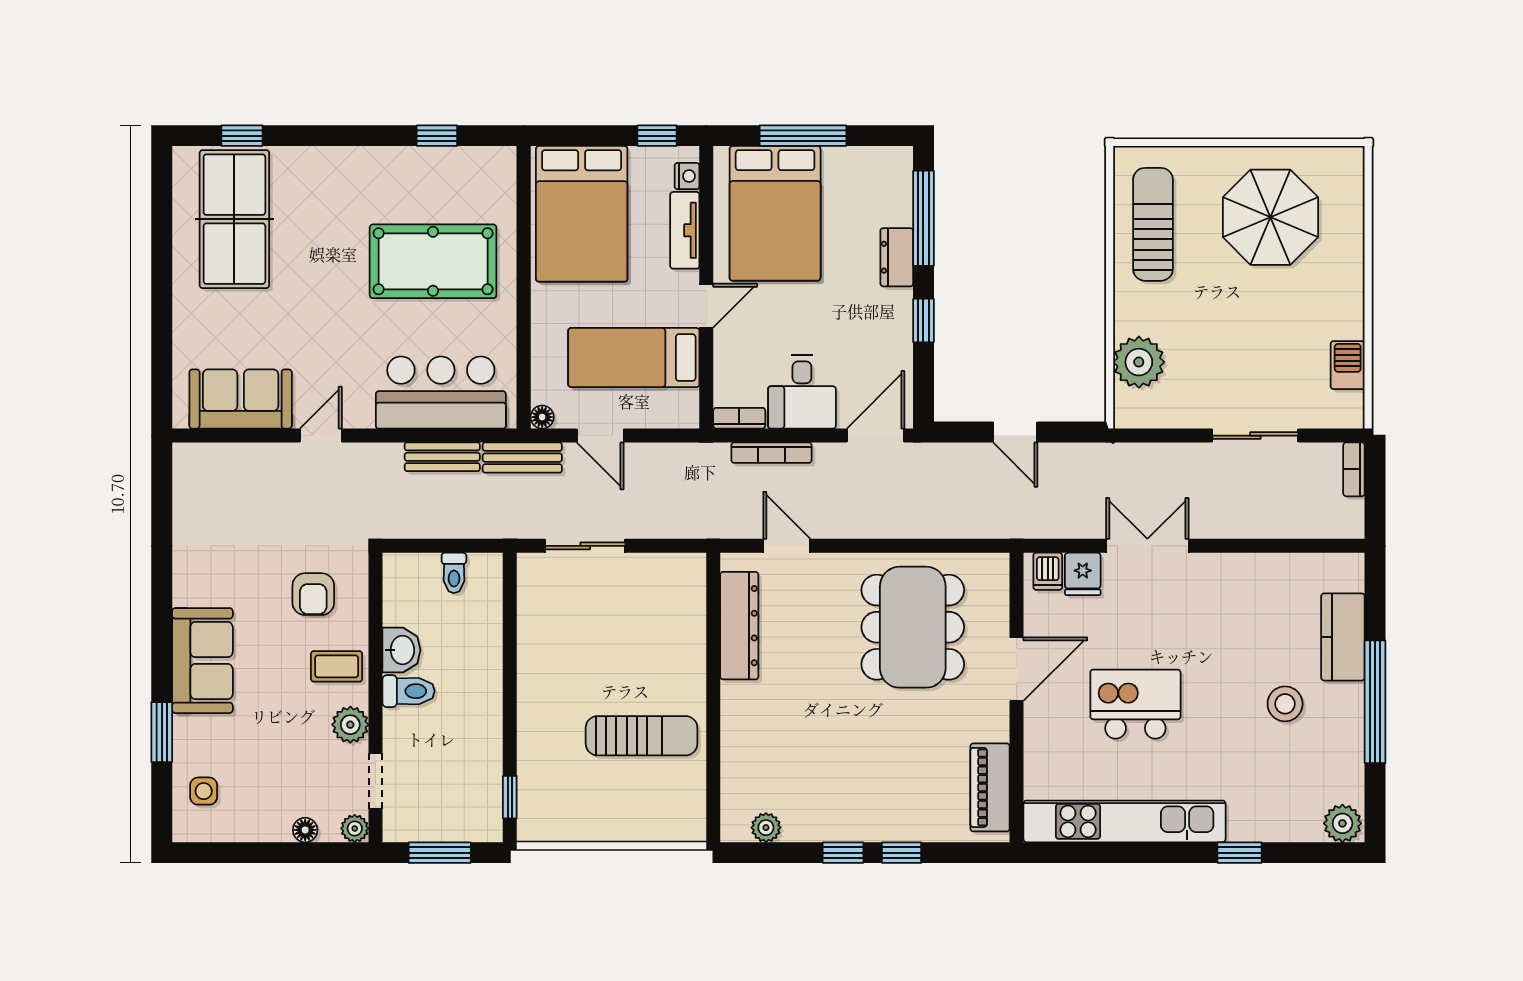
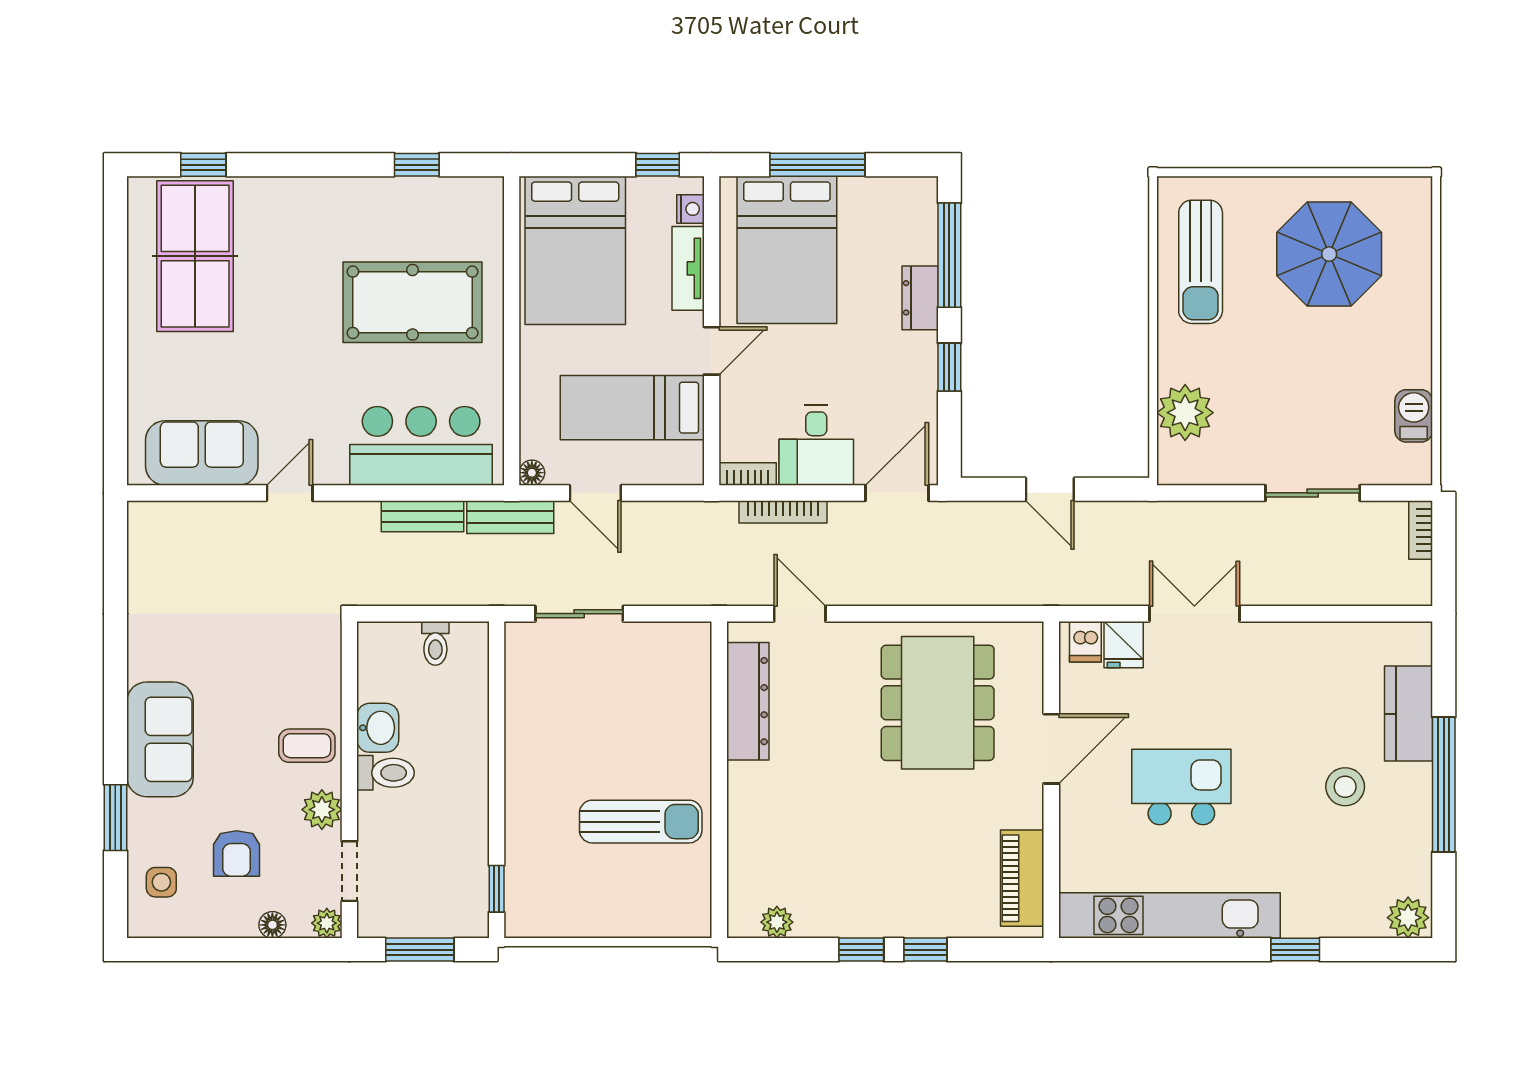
sun lounger: (1153, 224) -> (1201, 262), turned 180
armchair: (313, 594) -> (237, 853), moved

